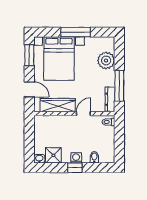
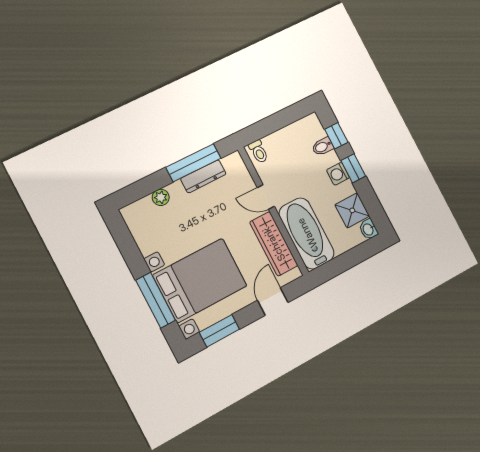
window: (75, 32) -> (156, 300), moved
plant: (106, 60) -> (161, 197), width x0.53, depth x0.53
dresser: (110, 99) -> (203, 176), moved
bathtub: (54, 125) -> (307, 233), added
window: (96, 168) -> (336, 136), added

